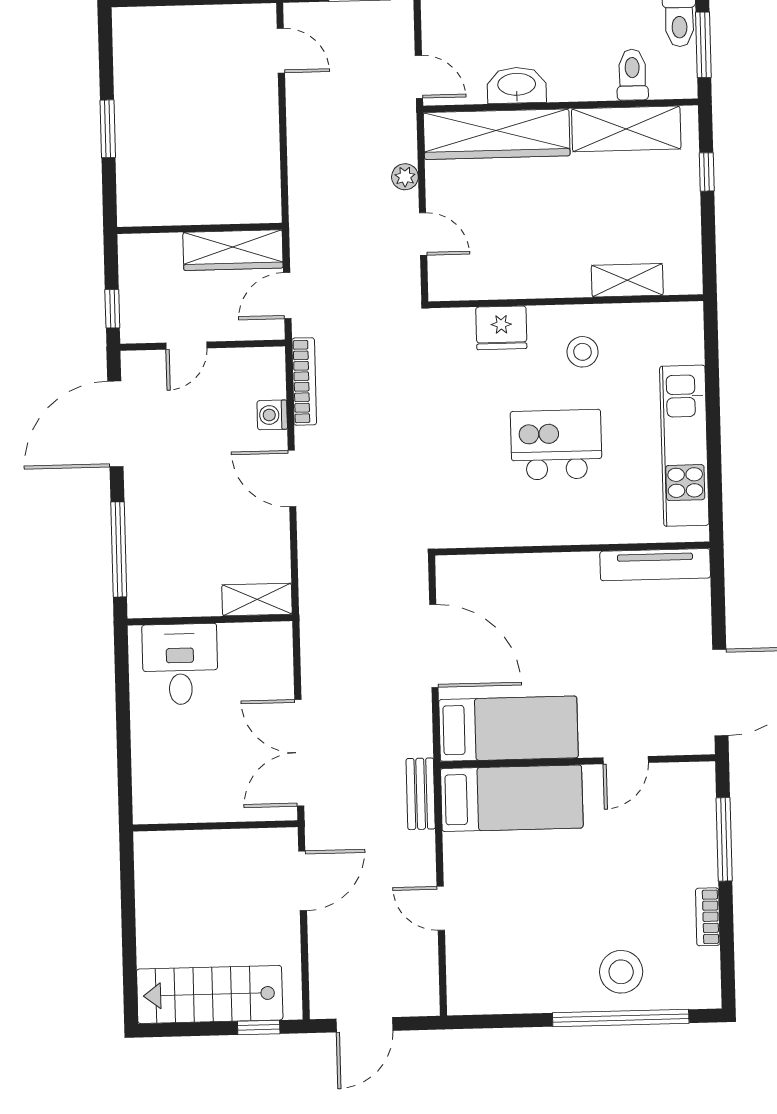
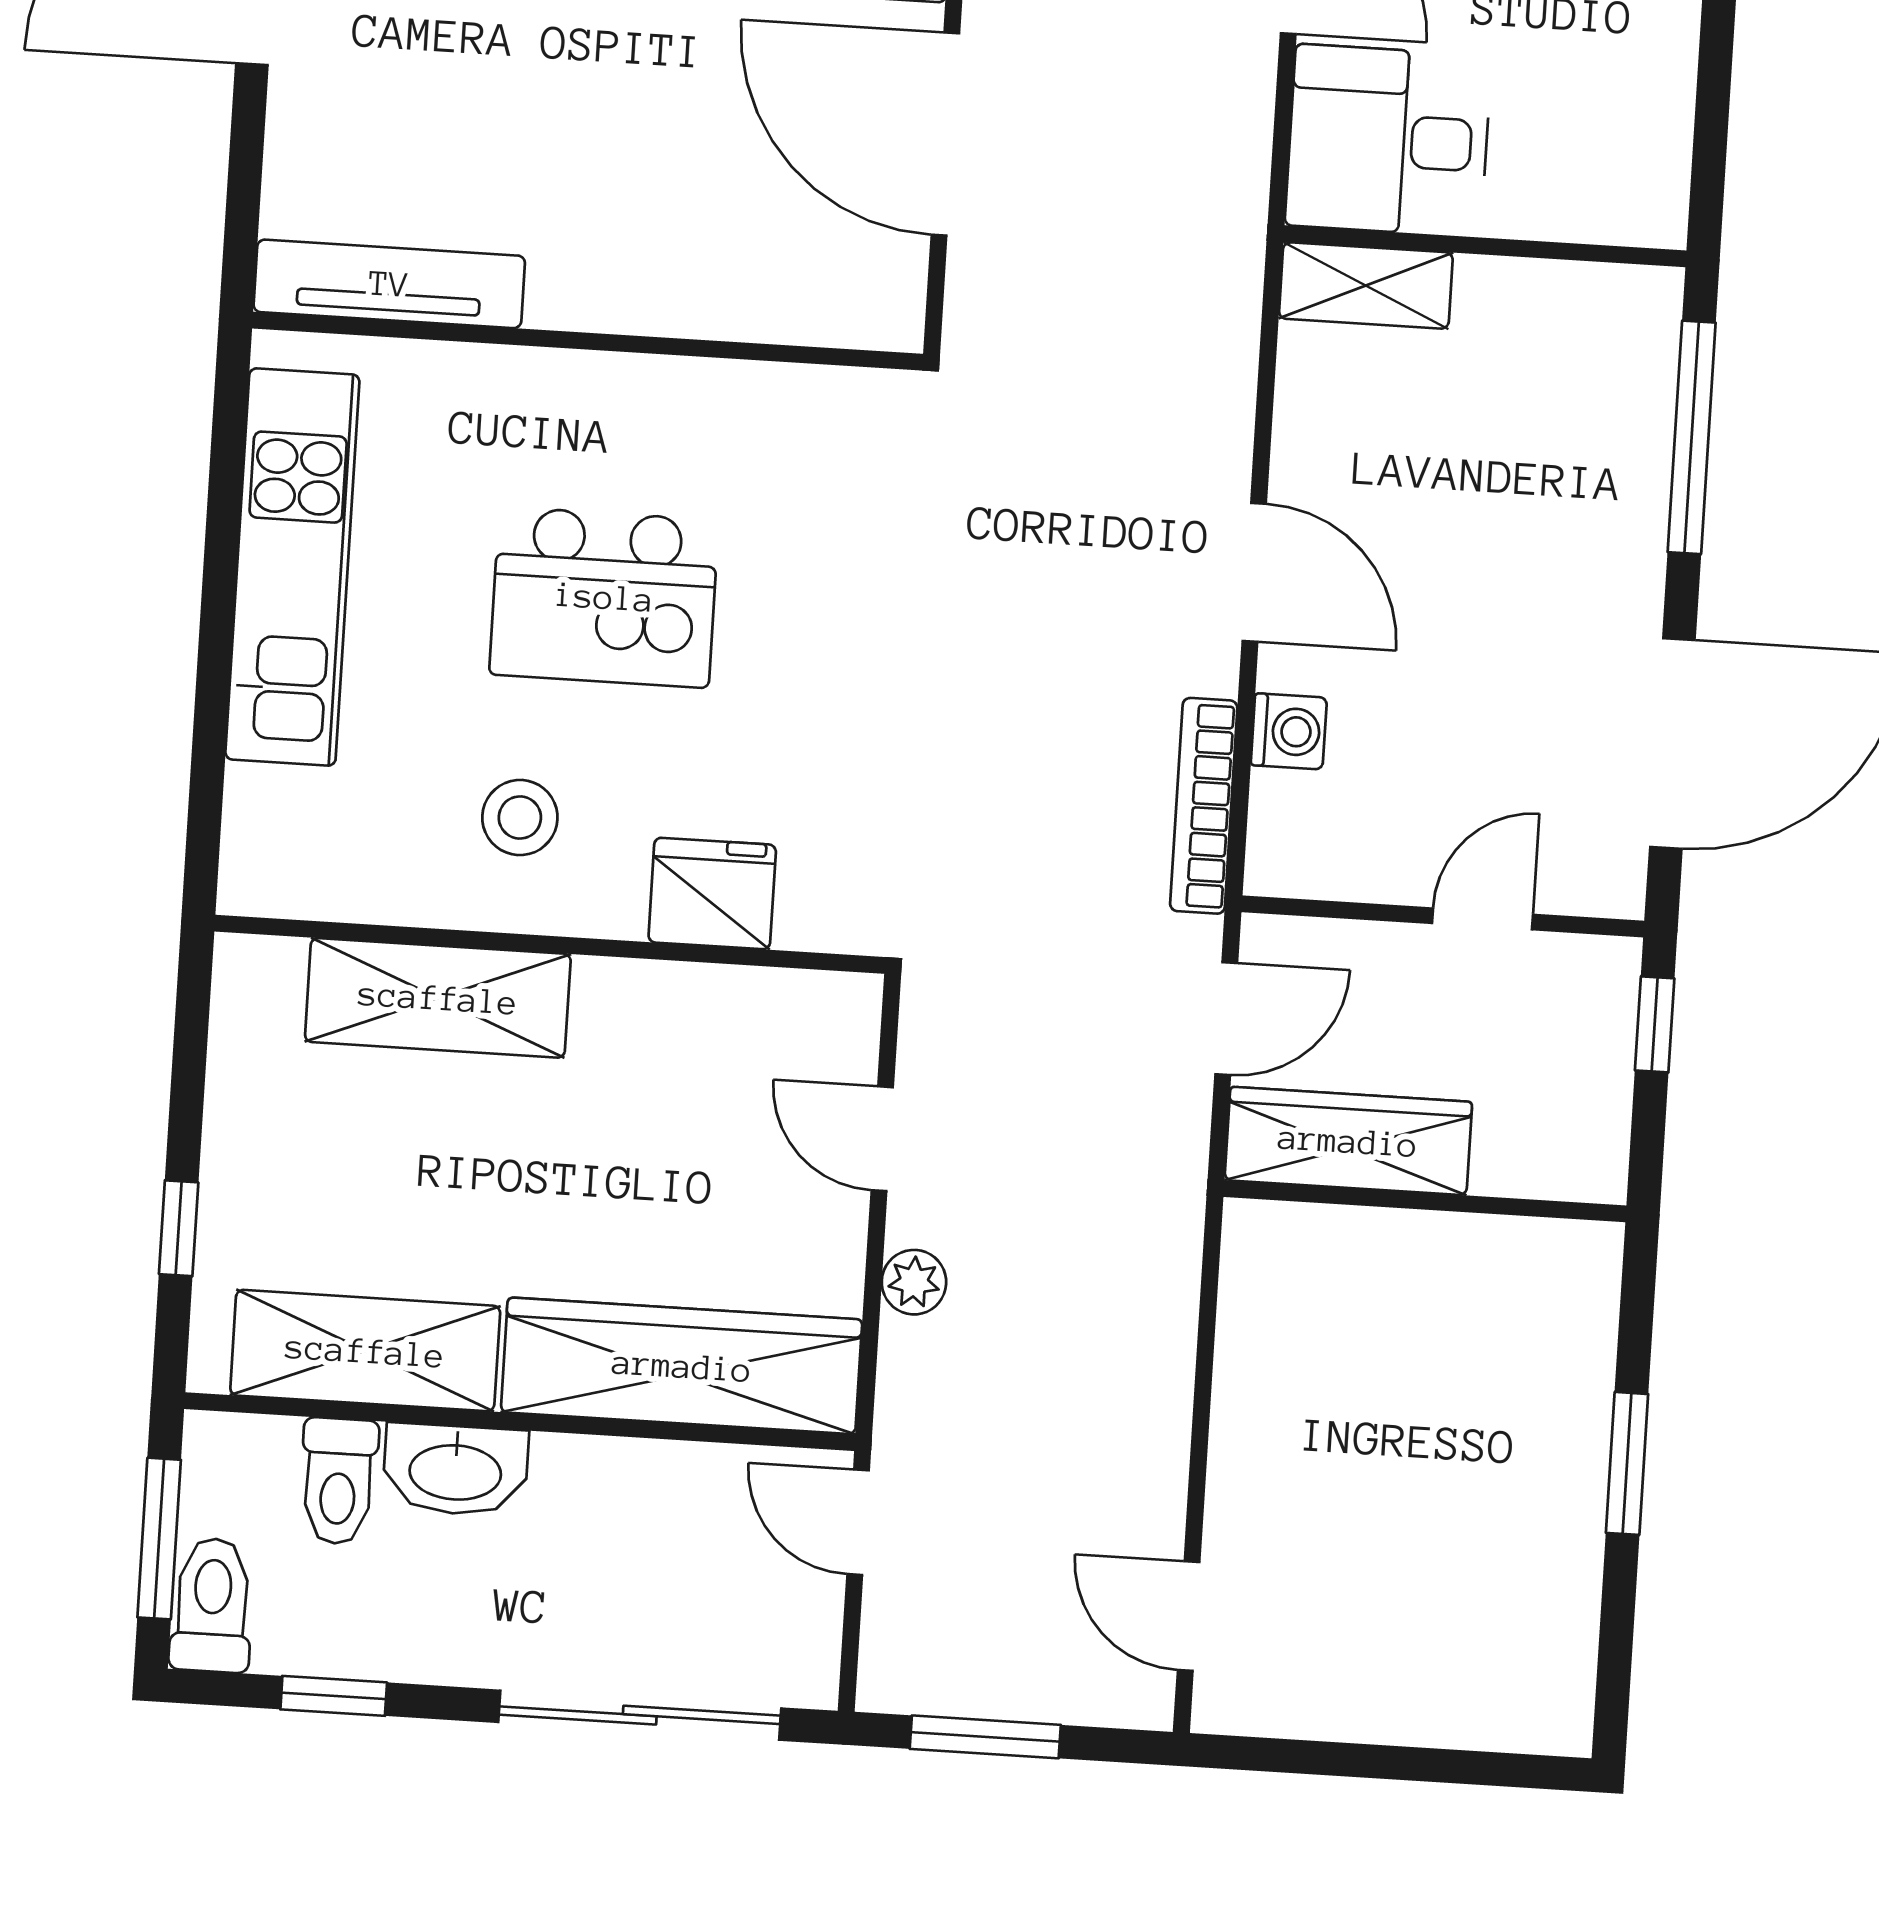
washbasin: (517, 85) -> (455, 1470), moved
shelving: (627, 280) -> (438, 998), width x1.50, depth x1.33
desk: (180, 664) -> (1388, 141), moved, turned 90

